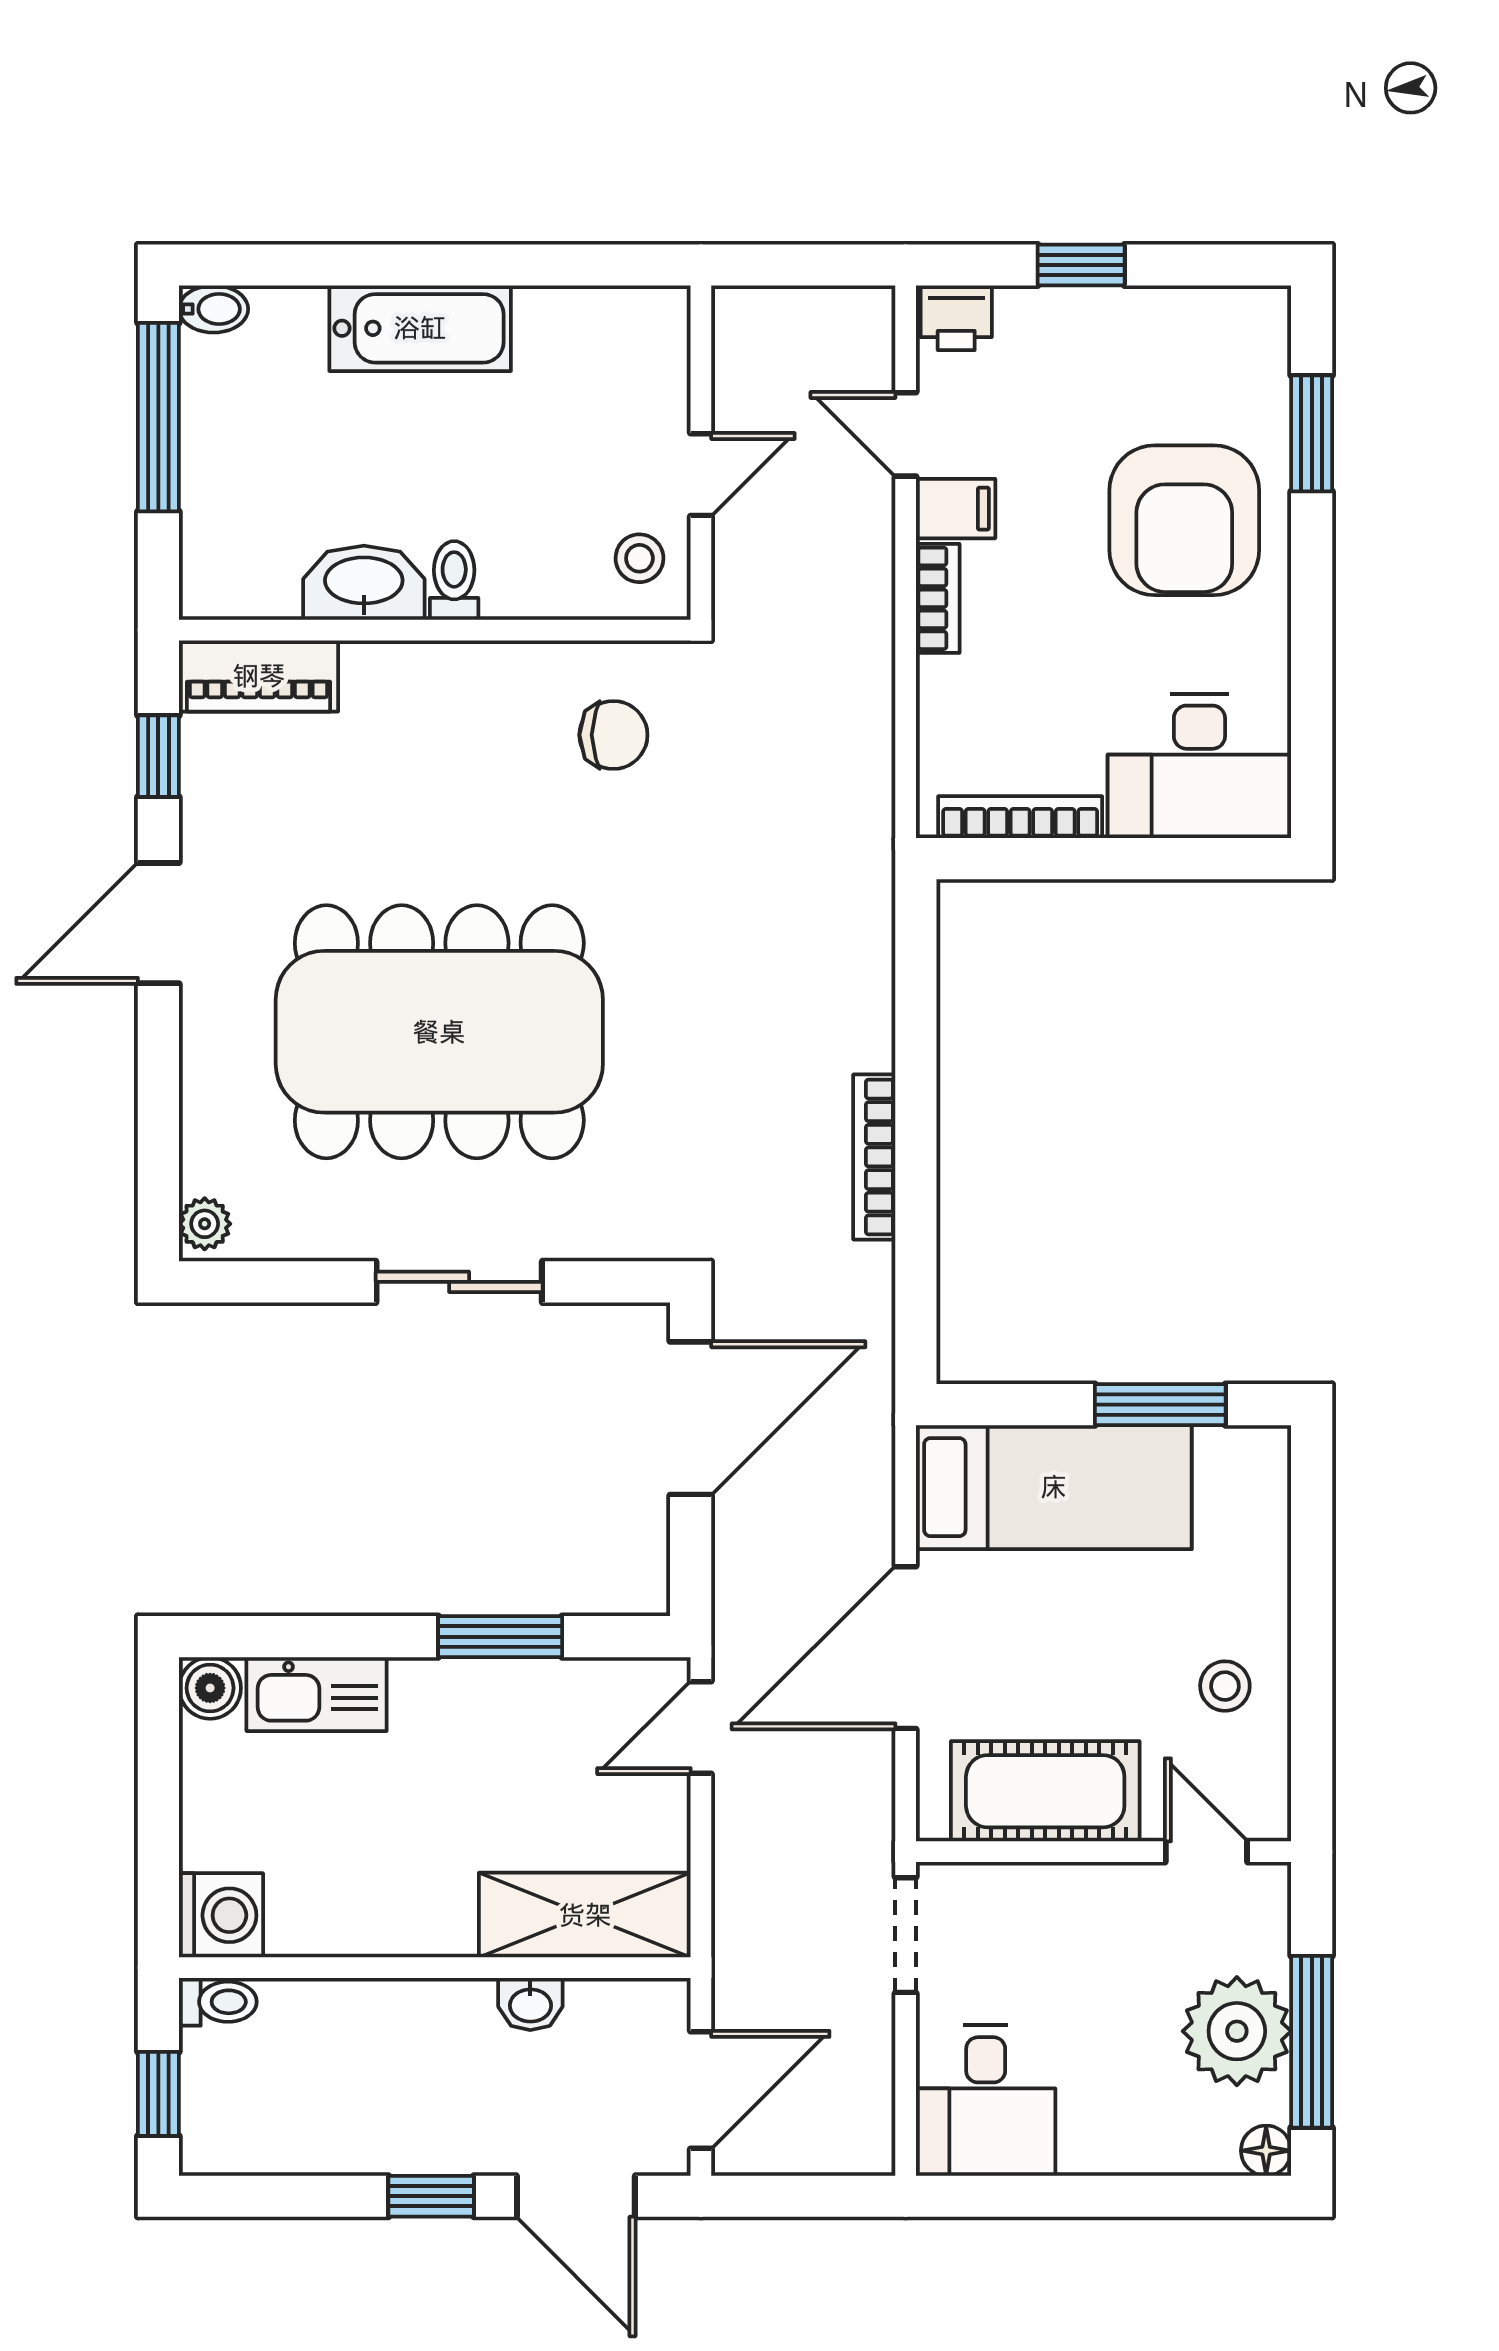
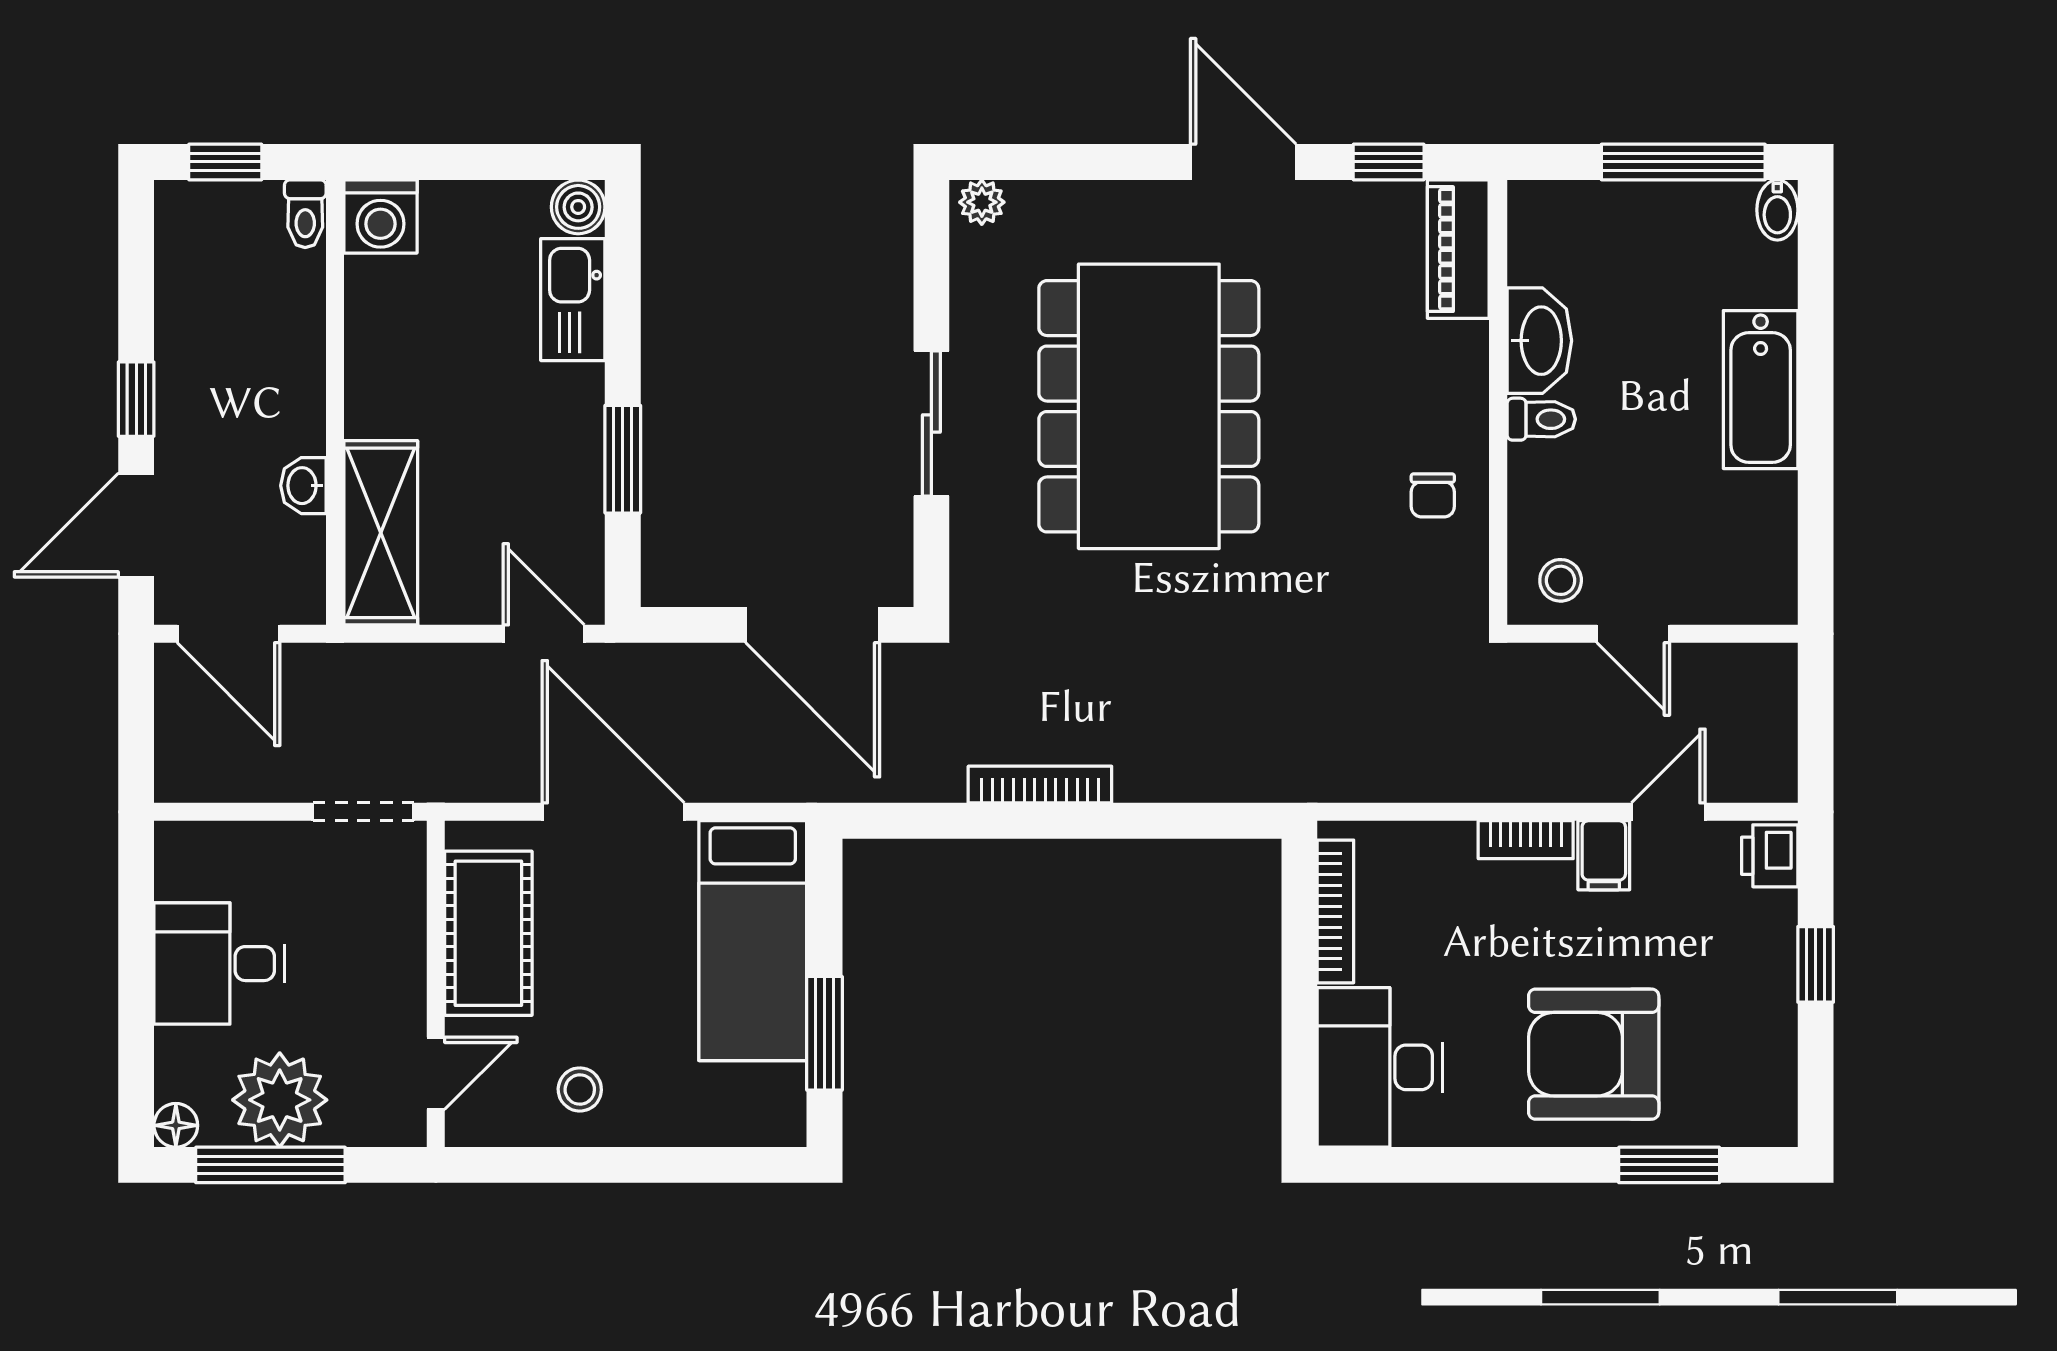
chair: (613, 735) -> (1433, 495), moved, width x0.73, depth x0.73
desk: (986, 2100) -> (219, 964), moved

